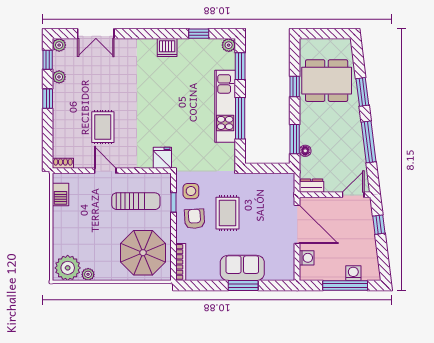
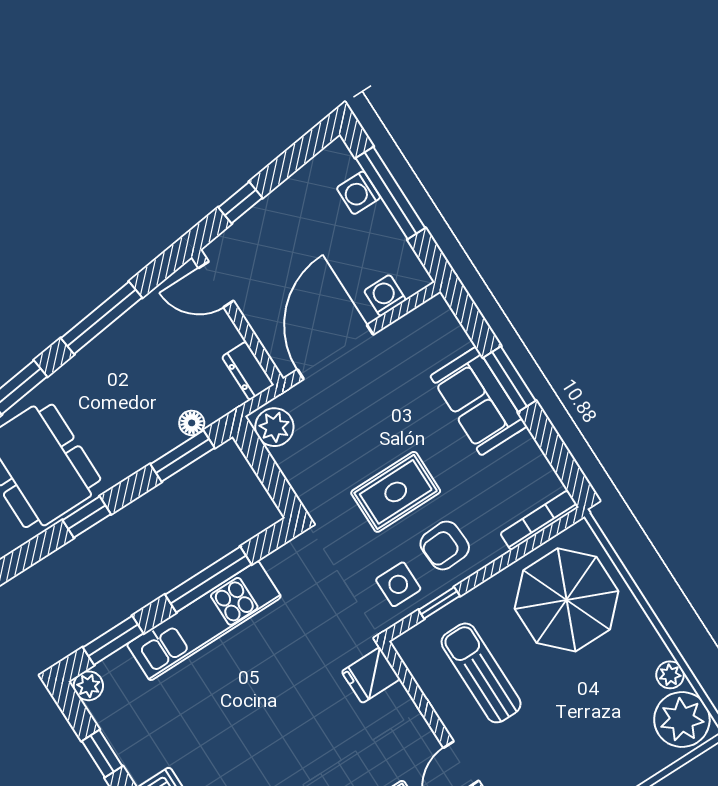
plant: (283, 182) -> (274, 427), added

